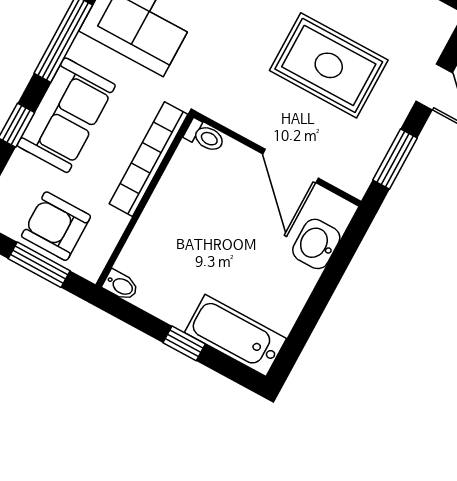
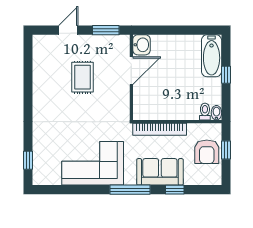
rug: (329, 65) -> (83, 77), width x0.73, depth x0.70
toilet: (205, 136) -> (205, 112), moved
washbasin: (316, 244) -> (142, 45), moved, turned -90
window: (39, 265) -> (226, 150), width x0.67

